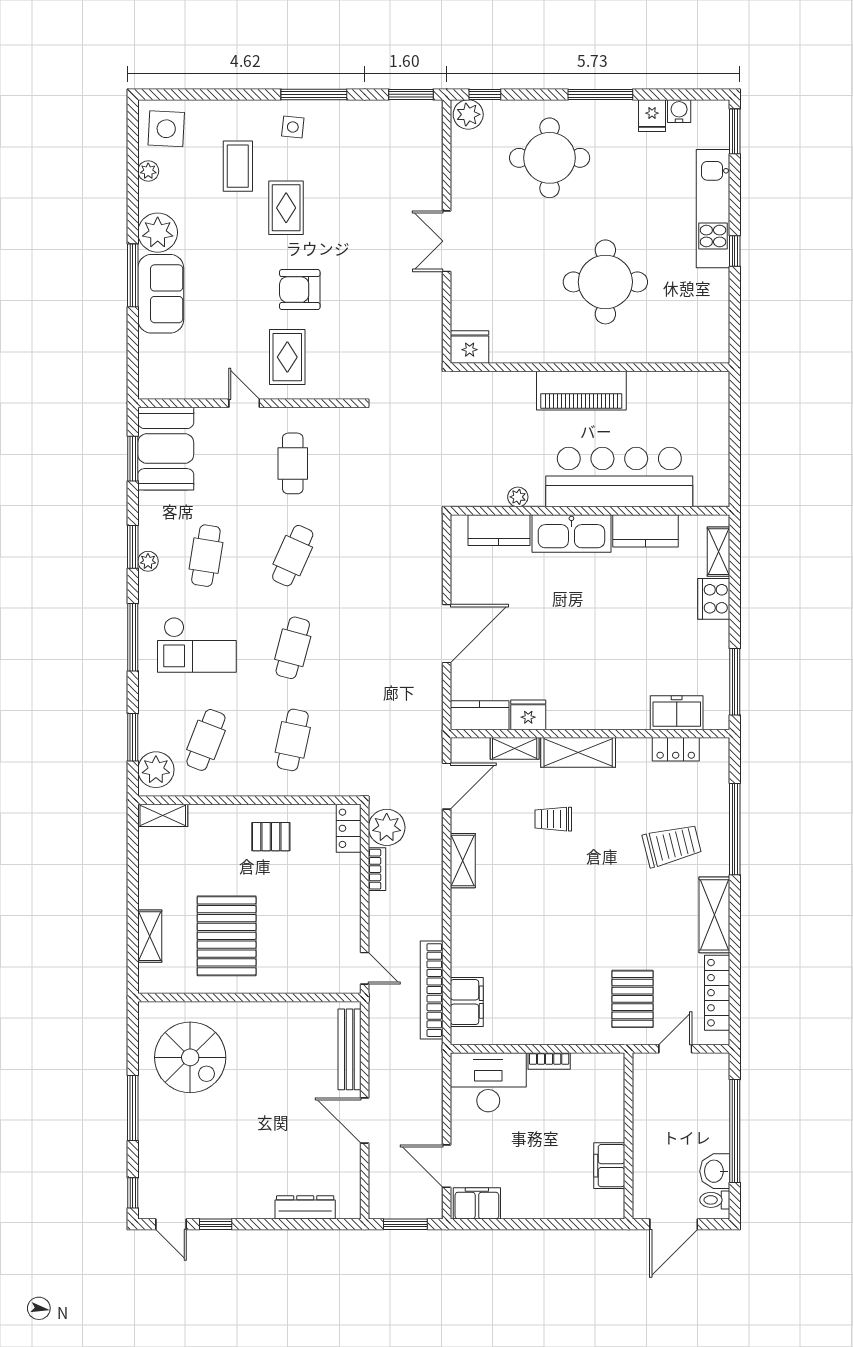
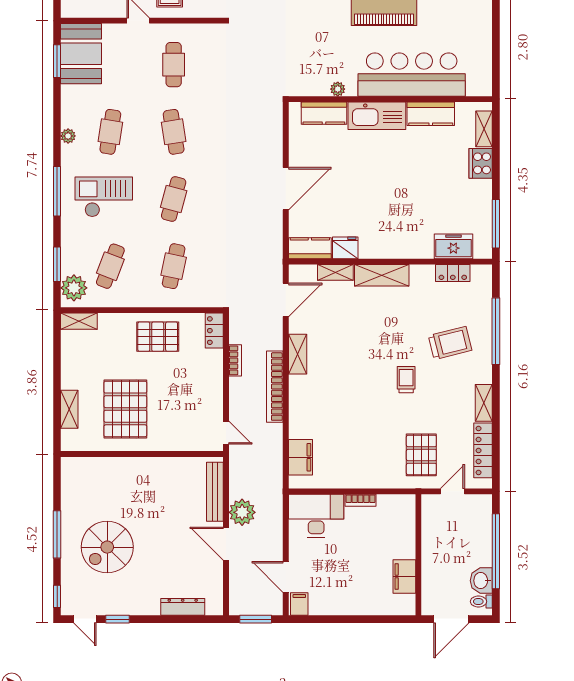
window: (133, 547) -> (57, 126), removed
cafe table: (293, 556) -> (174, 132), turned -33
checkout: (197, 645) -> (104, 197), turned 180
trolley: (553, 819) -> (406, 380), moved, turned 90
plant: (387, 827) -> (242, 512), moved
pallet: (271, 837) -> (158, 337), width x1.50, depth x1.42
shelving: (714, 915) -> (484, 403), width x0.67, depth x0.75
bookcase: (432, 990) -> (275, 387), moved
spiral stairs: (190, 1057) -> (107, 547), moved, turned 90
filing cabinet: (477, 1203) -> (299, 604), width x0.50

